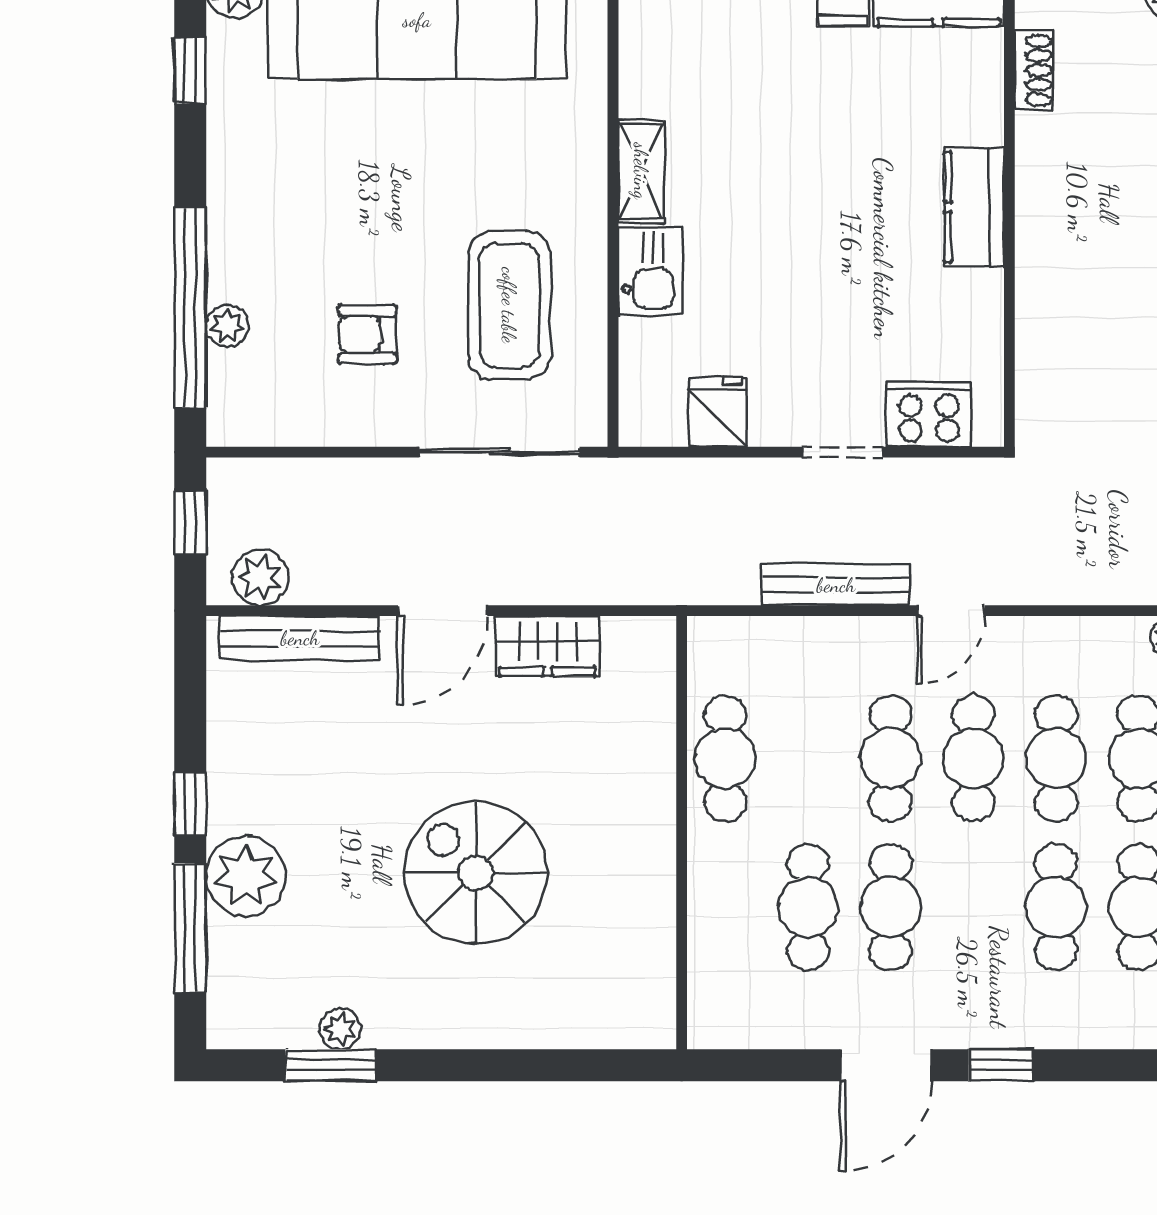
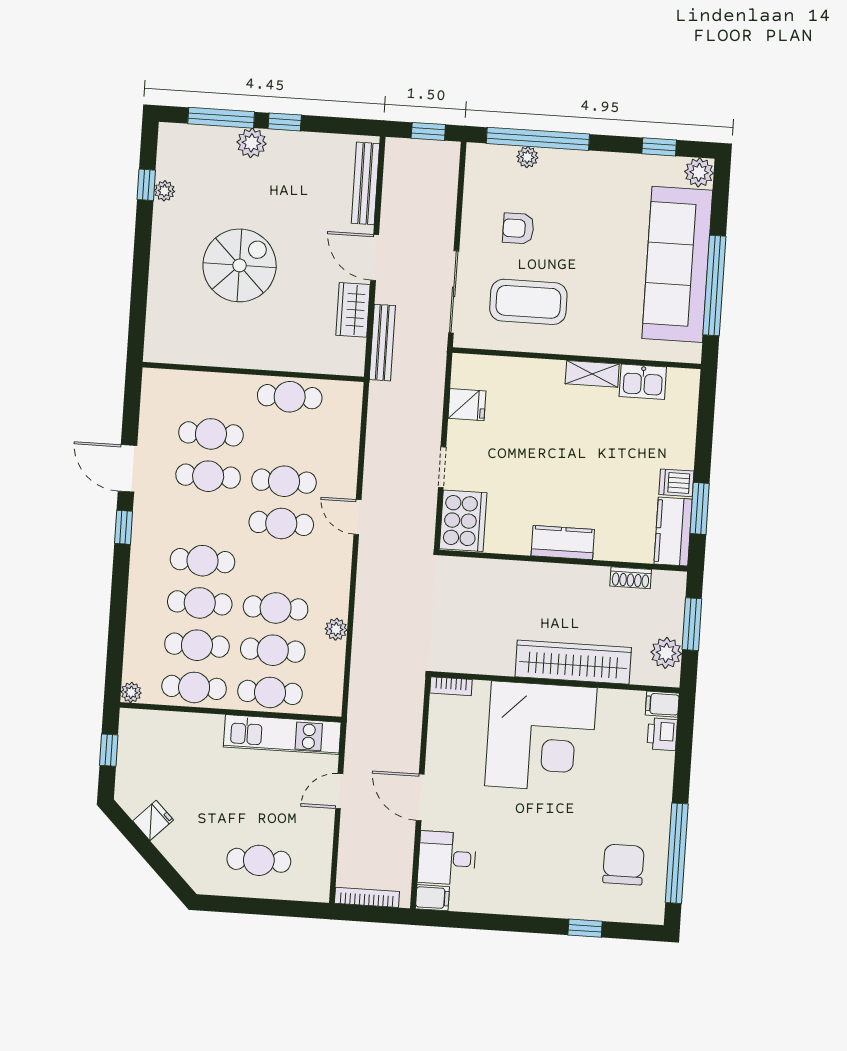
kitchen sink: (650, 271) -> (643, 382), moved
armchair: (367, 334) -> (518, 228), turned -90
cooker: (929, 414) -> (463, 521), width x1.37, depth x1.31
plant: (260, 577) -> (398, 165), removed
bench: (836, 585) -> (382, 343), moved
cafe table: (1056, 758) -> (278, 566), removed
plant: (246, 876) -> (251, 143), width x0.73, depth x0.73
window: (331, 1065) -> (146, 185), width x0.67

